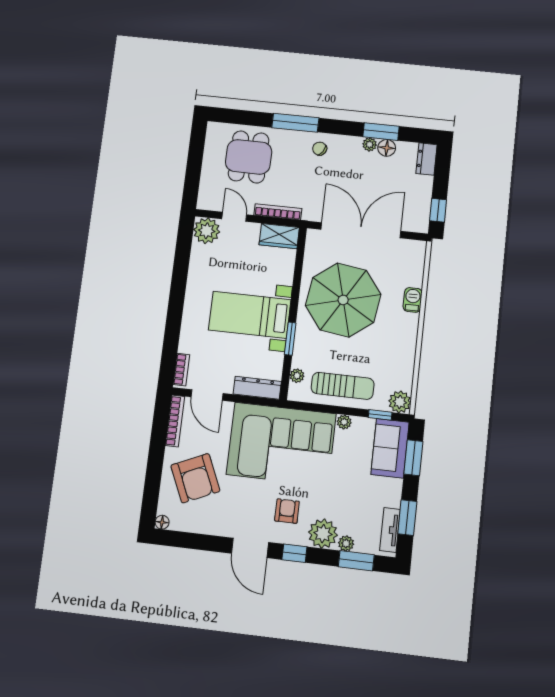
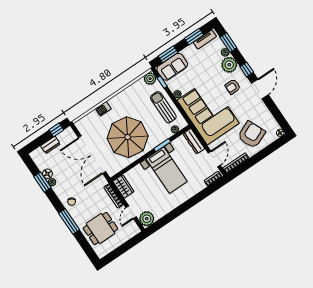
dresser: (427, 159) -> (50, 145), moved

